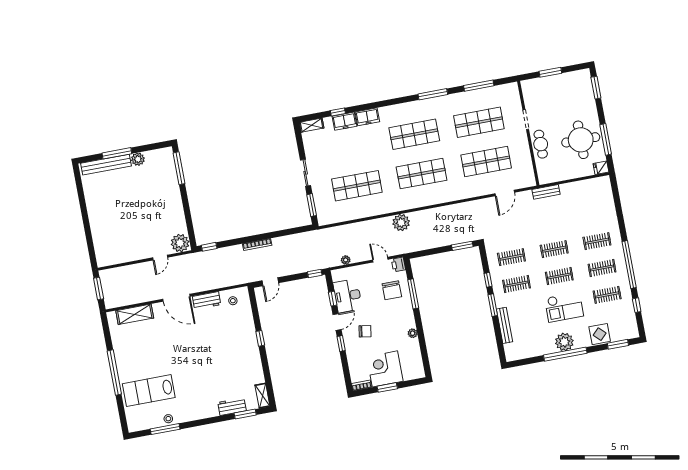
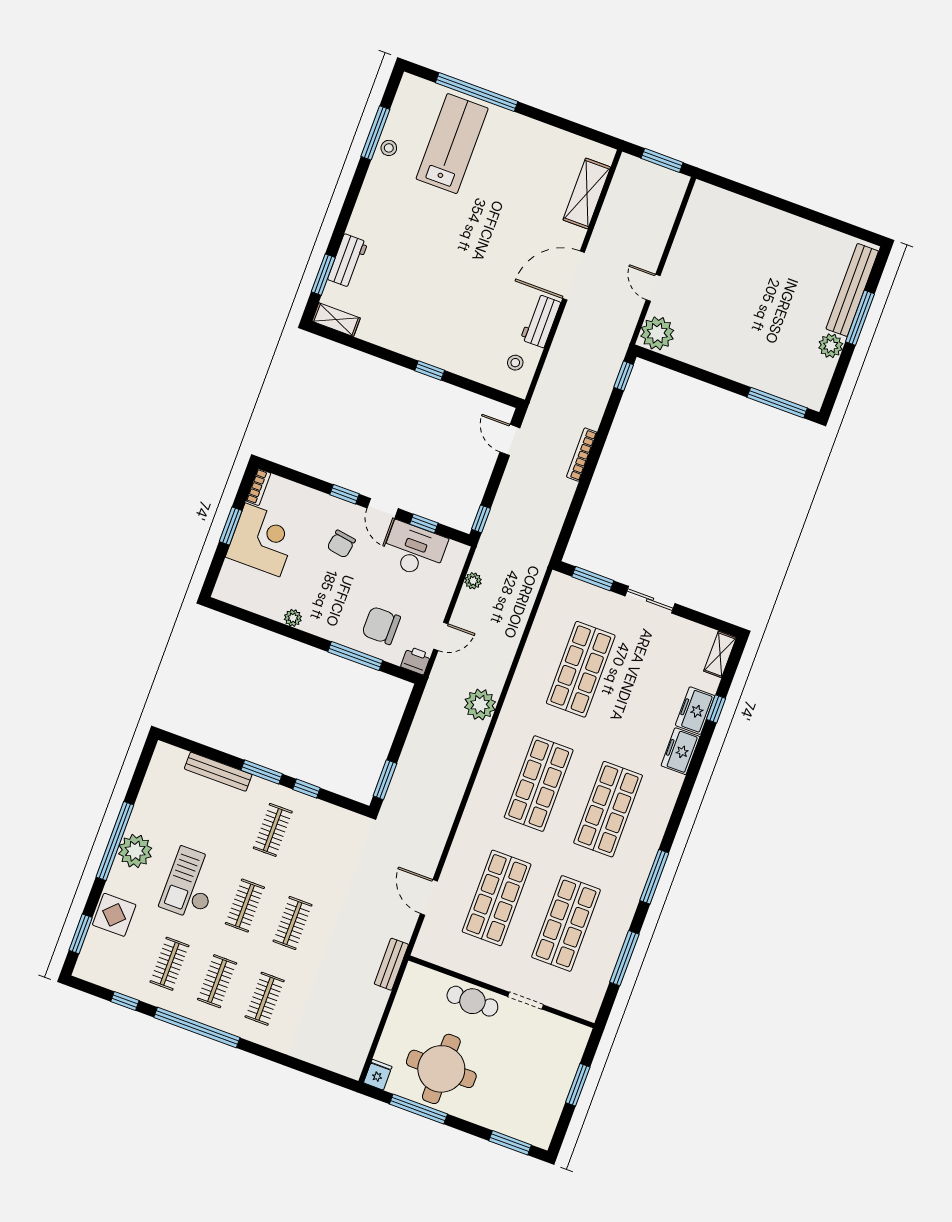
clothes rail: (511, 257) -> (320, 847), removed
window: (114, 372) -> (477, 92), moved

